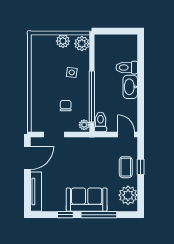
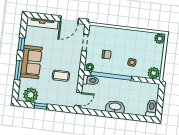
plant: (63, 41) -> (160, 39), moved
toilet: (127, 68) -> (152, 108), moved
door: (27, 158) -> (69, 20), hinge flipped
coffee table: (126, 167) -> (61, 76), moved
window: (141, 167) -> (41, 106), moved
window: (99, 215) -> (18, 70), width x0.69

